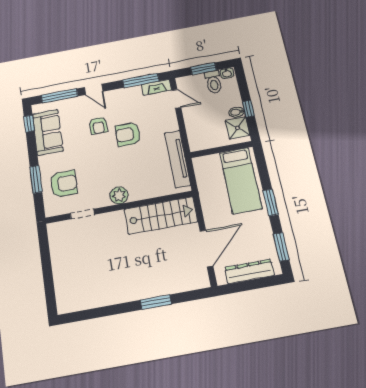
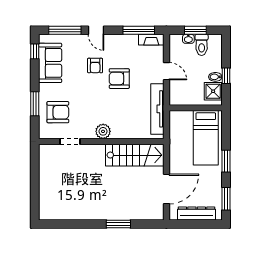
washbasin: (227, 73) -> (188, 39), moved
door: (176, 99) -> (166, 71), moved

